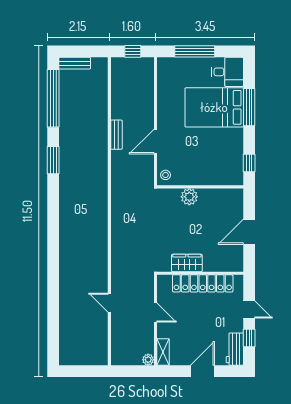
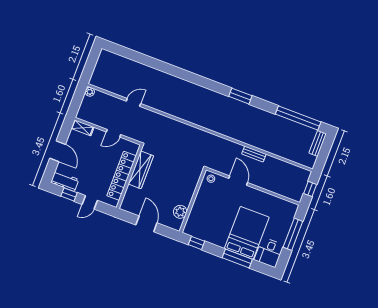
window: (53, 160) -> (240, 96), moved
plant: (189, 197) -> (180, 212), moved
wardrobe: (187, 263) -> (141, 170), width x1.50
plant: (148, 360) -> (90, 92), moved

